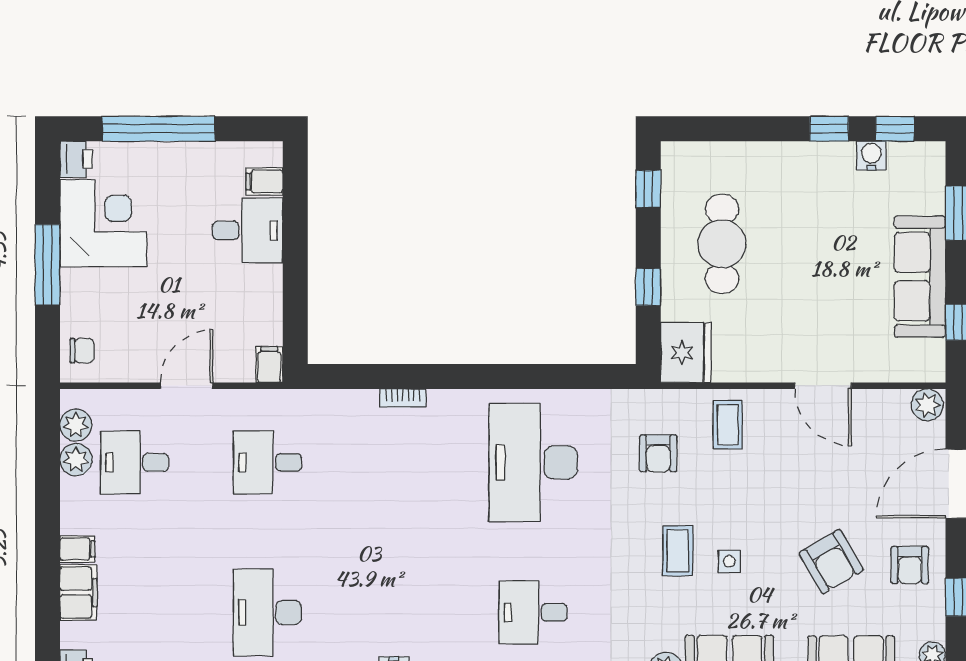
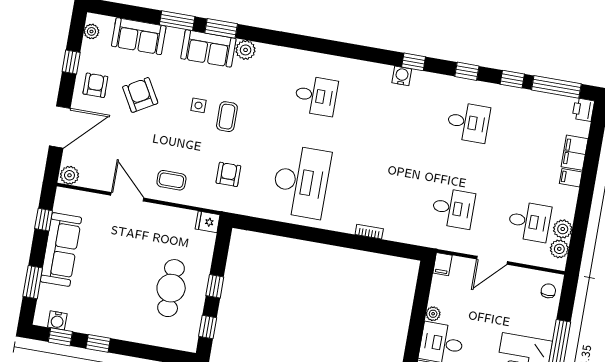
water cooler: (871, 156) -> (57, 320), moved
plant: (270, 278) -> (433, 314), added
window: (648, 287) -> (215, 286), moved
chair: (82, 351) -> (548, 291), turned 90
fridge: (686, 353) -> (208, 222), width x0.53, depth x0.75
coffee table: (728, 425) -> (171, 180), moved, turned 90
desk: (267, 613) -> (468, 122), width x0.73

